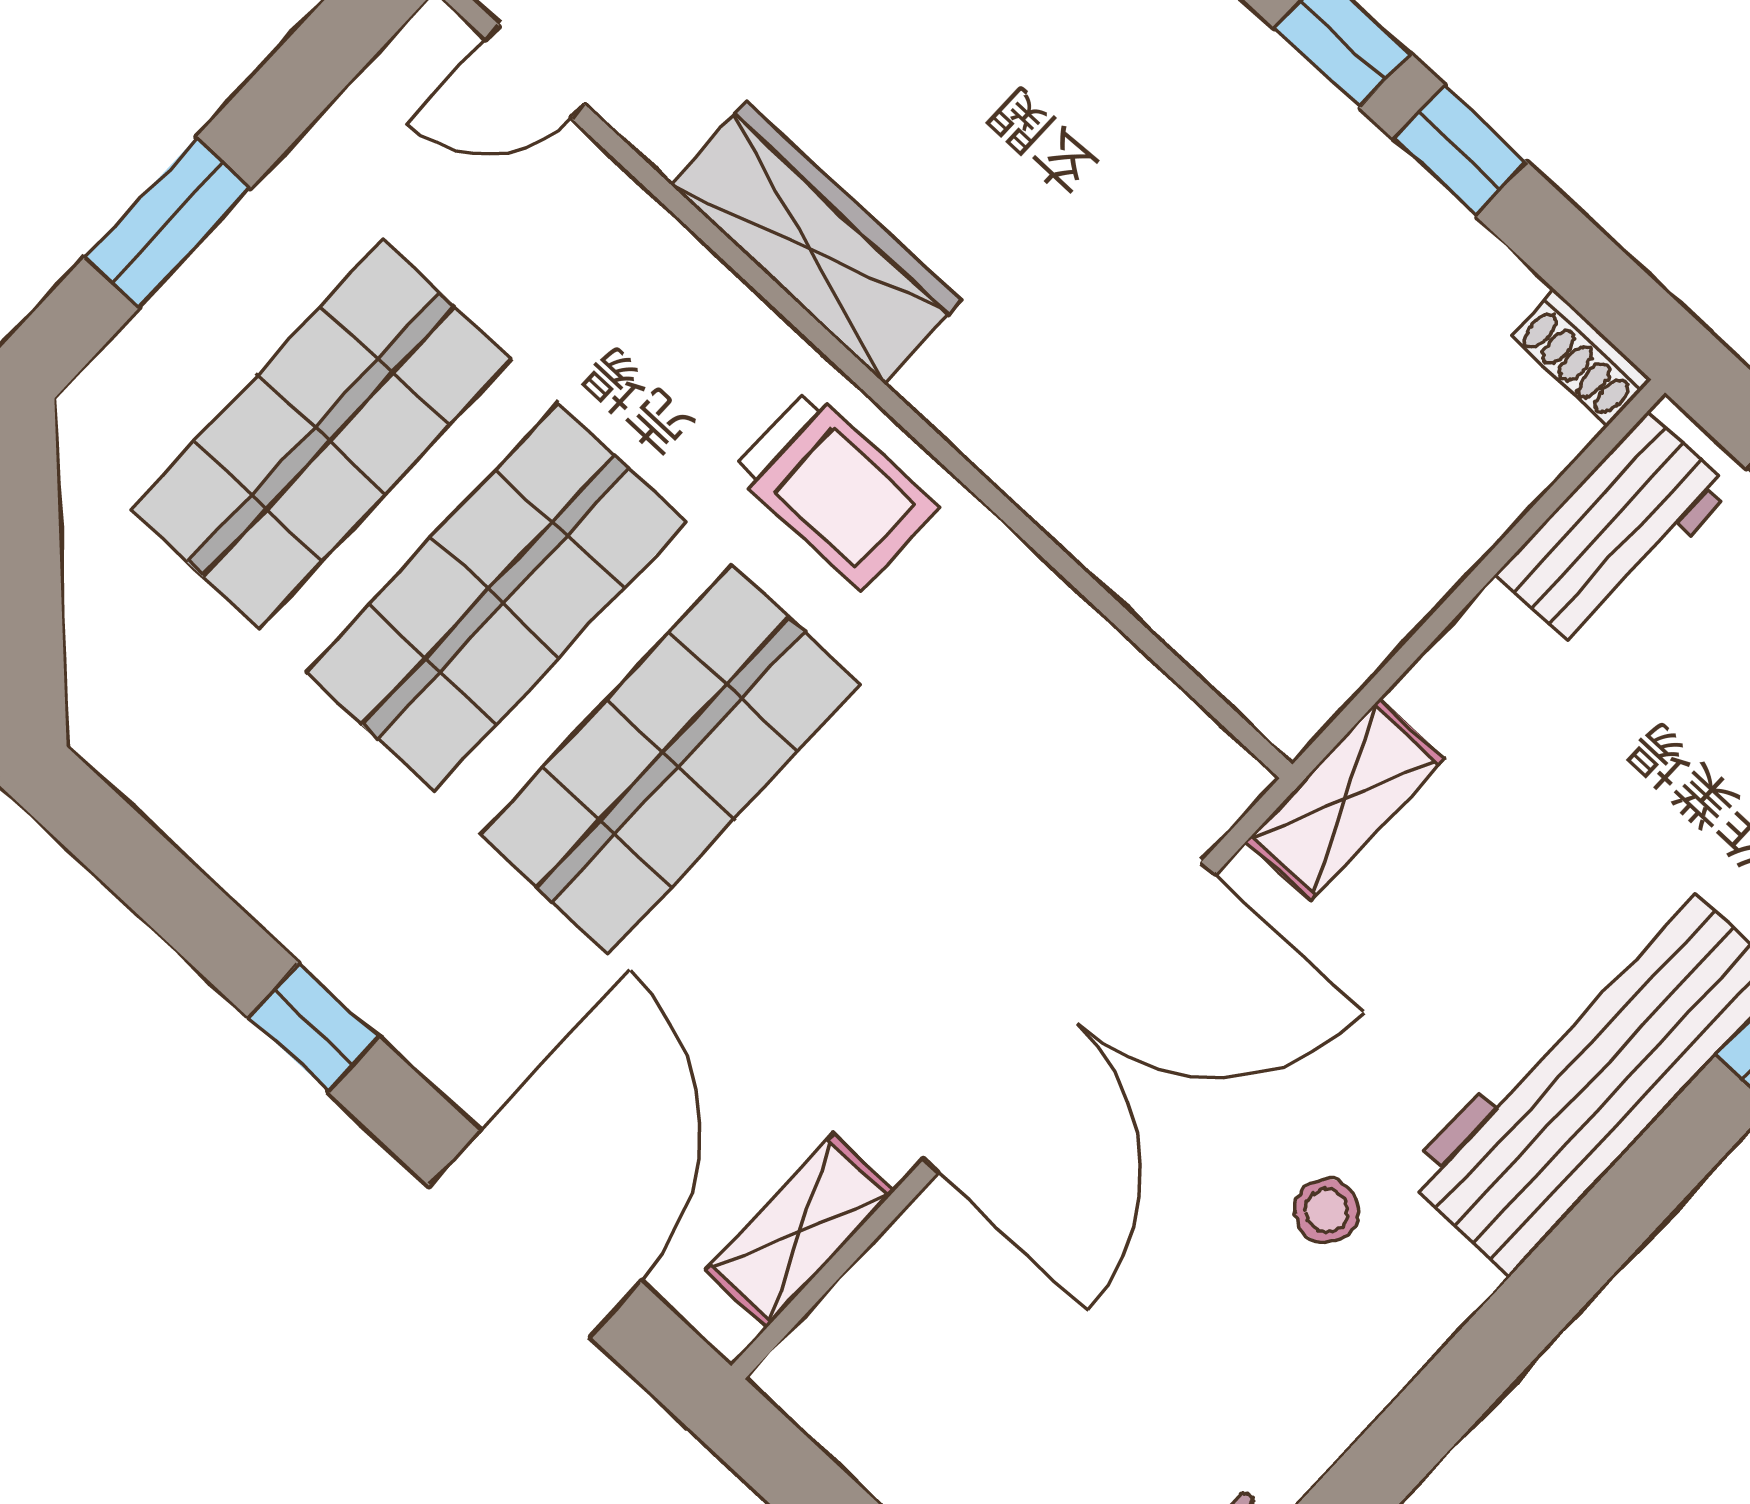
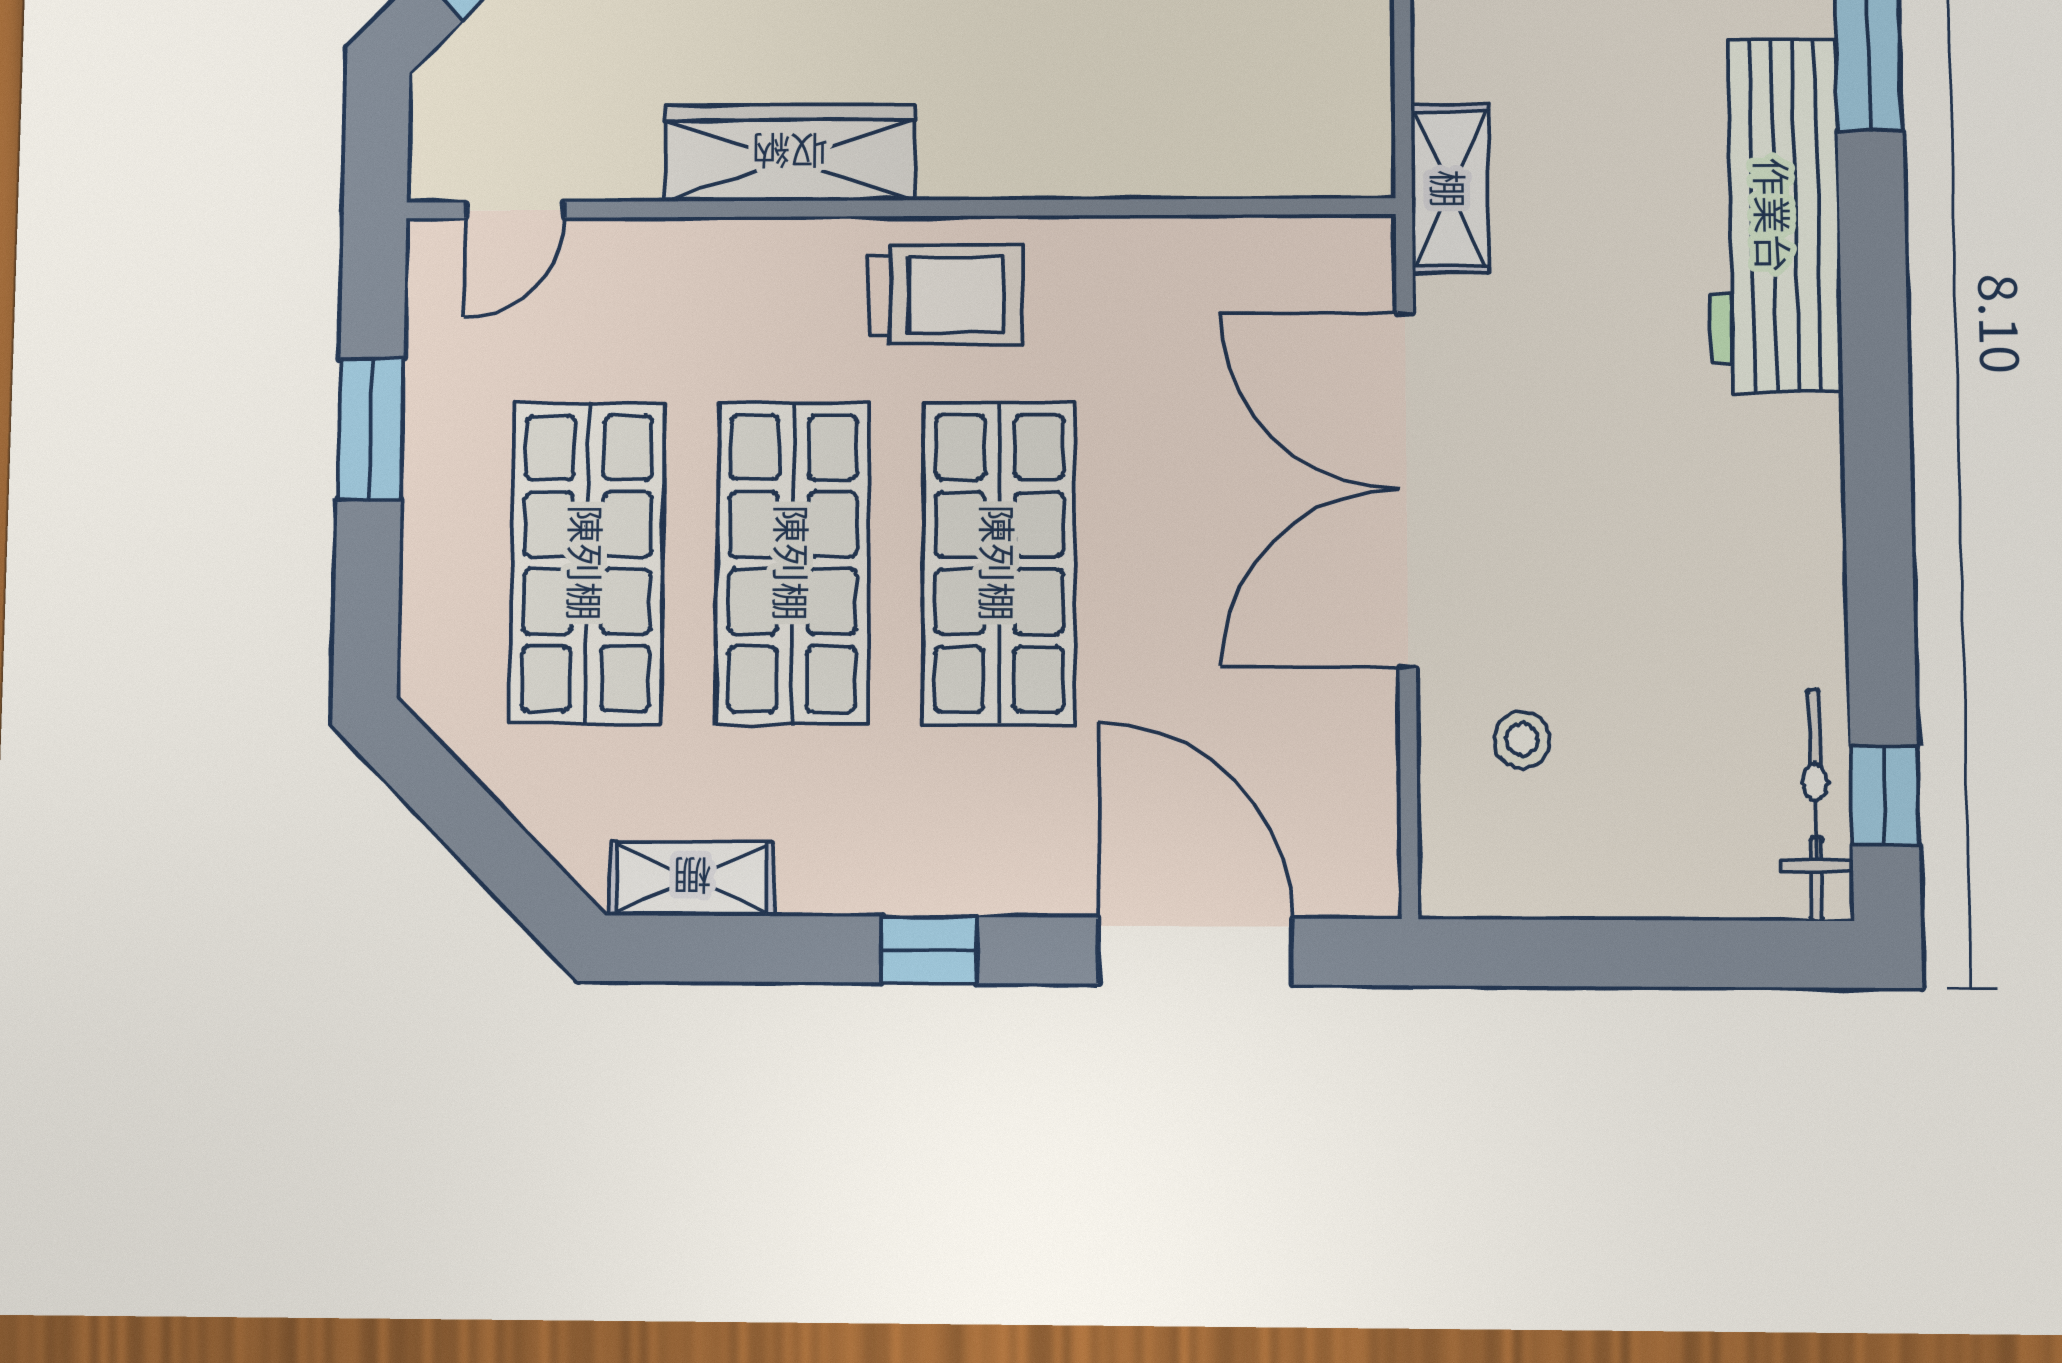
window: (168, 222) -> (371, 429), moved
double door: (1070, 1017) -> (1406, 489), swing flipped
stool: (1327, 1211) -> (1522, 739), moved
shelving: (800, 1231) -> (692, 878), moved, turned 90

